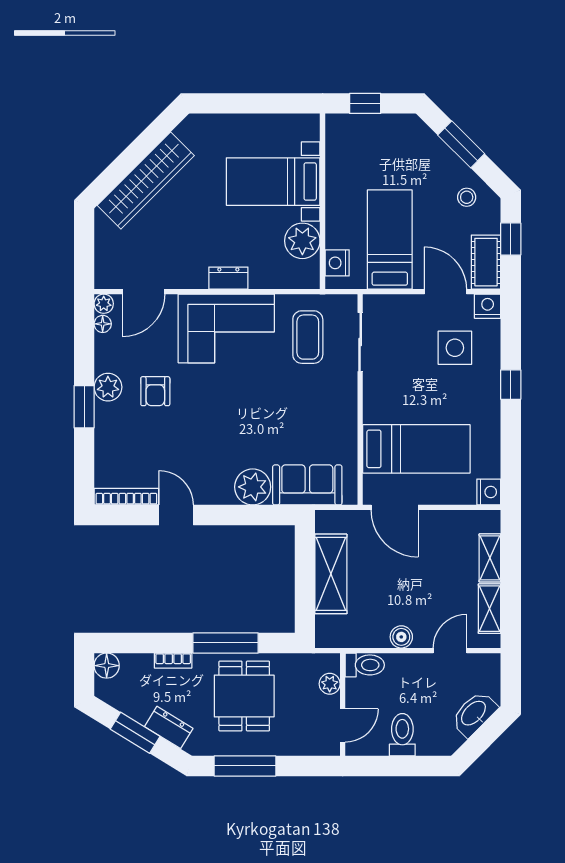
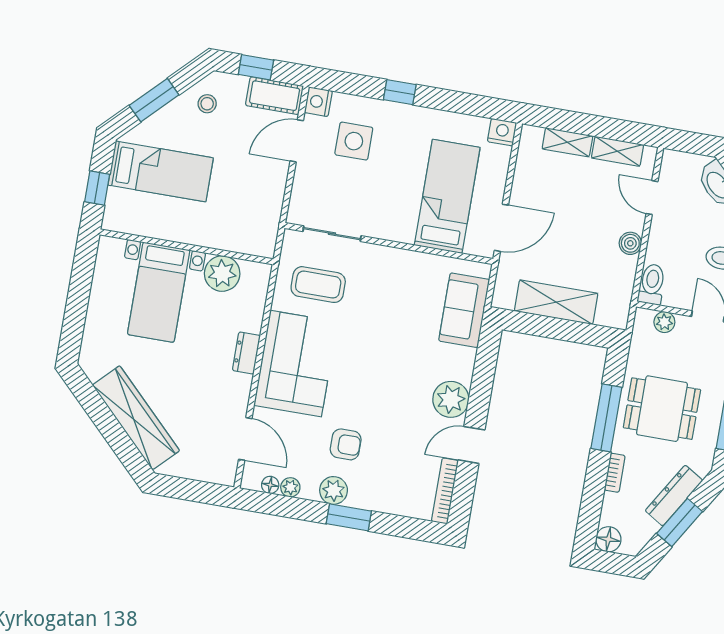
bed: (390, 239) -> (161, 171), moved, turned 180
nightstand: (337, 263) -> (250, 243), removed
plant: (104, 304) -> (290, 487), moved
plant: (253, 487) -> (451, 399), moved
dresser: (169, 727) -> (674, 496), width x1.44

